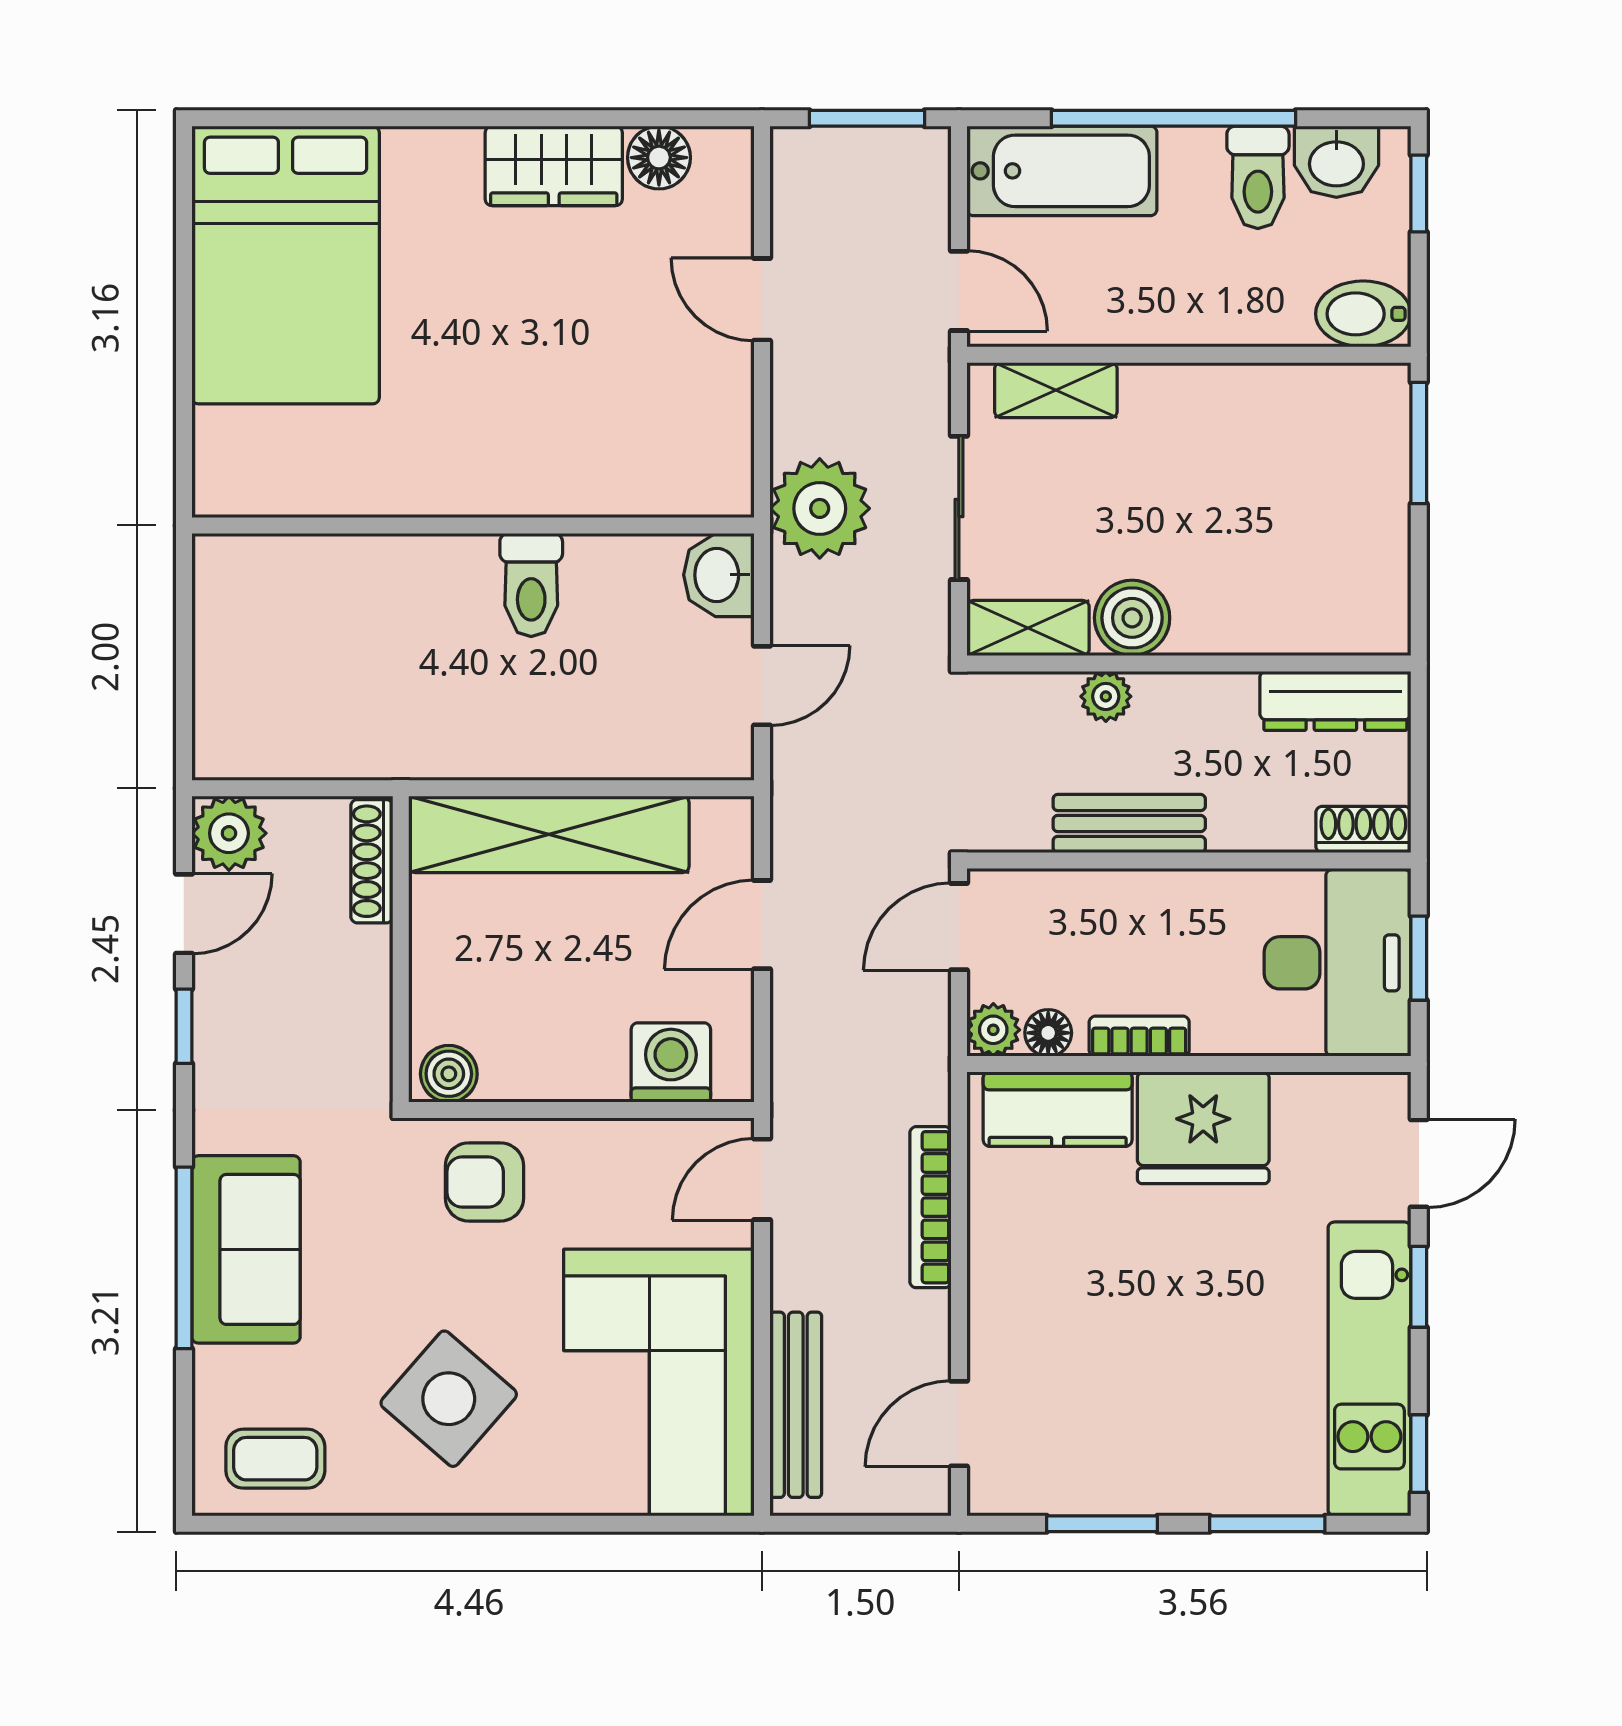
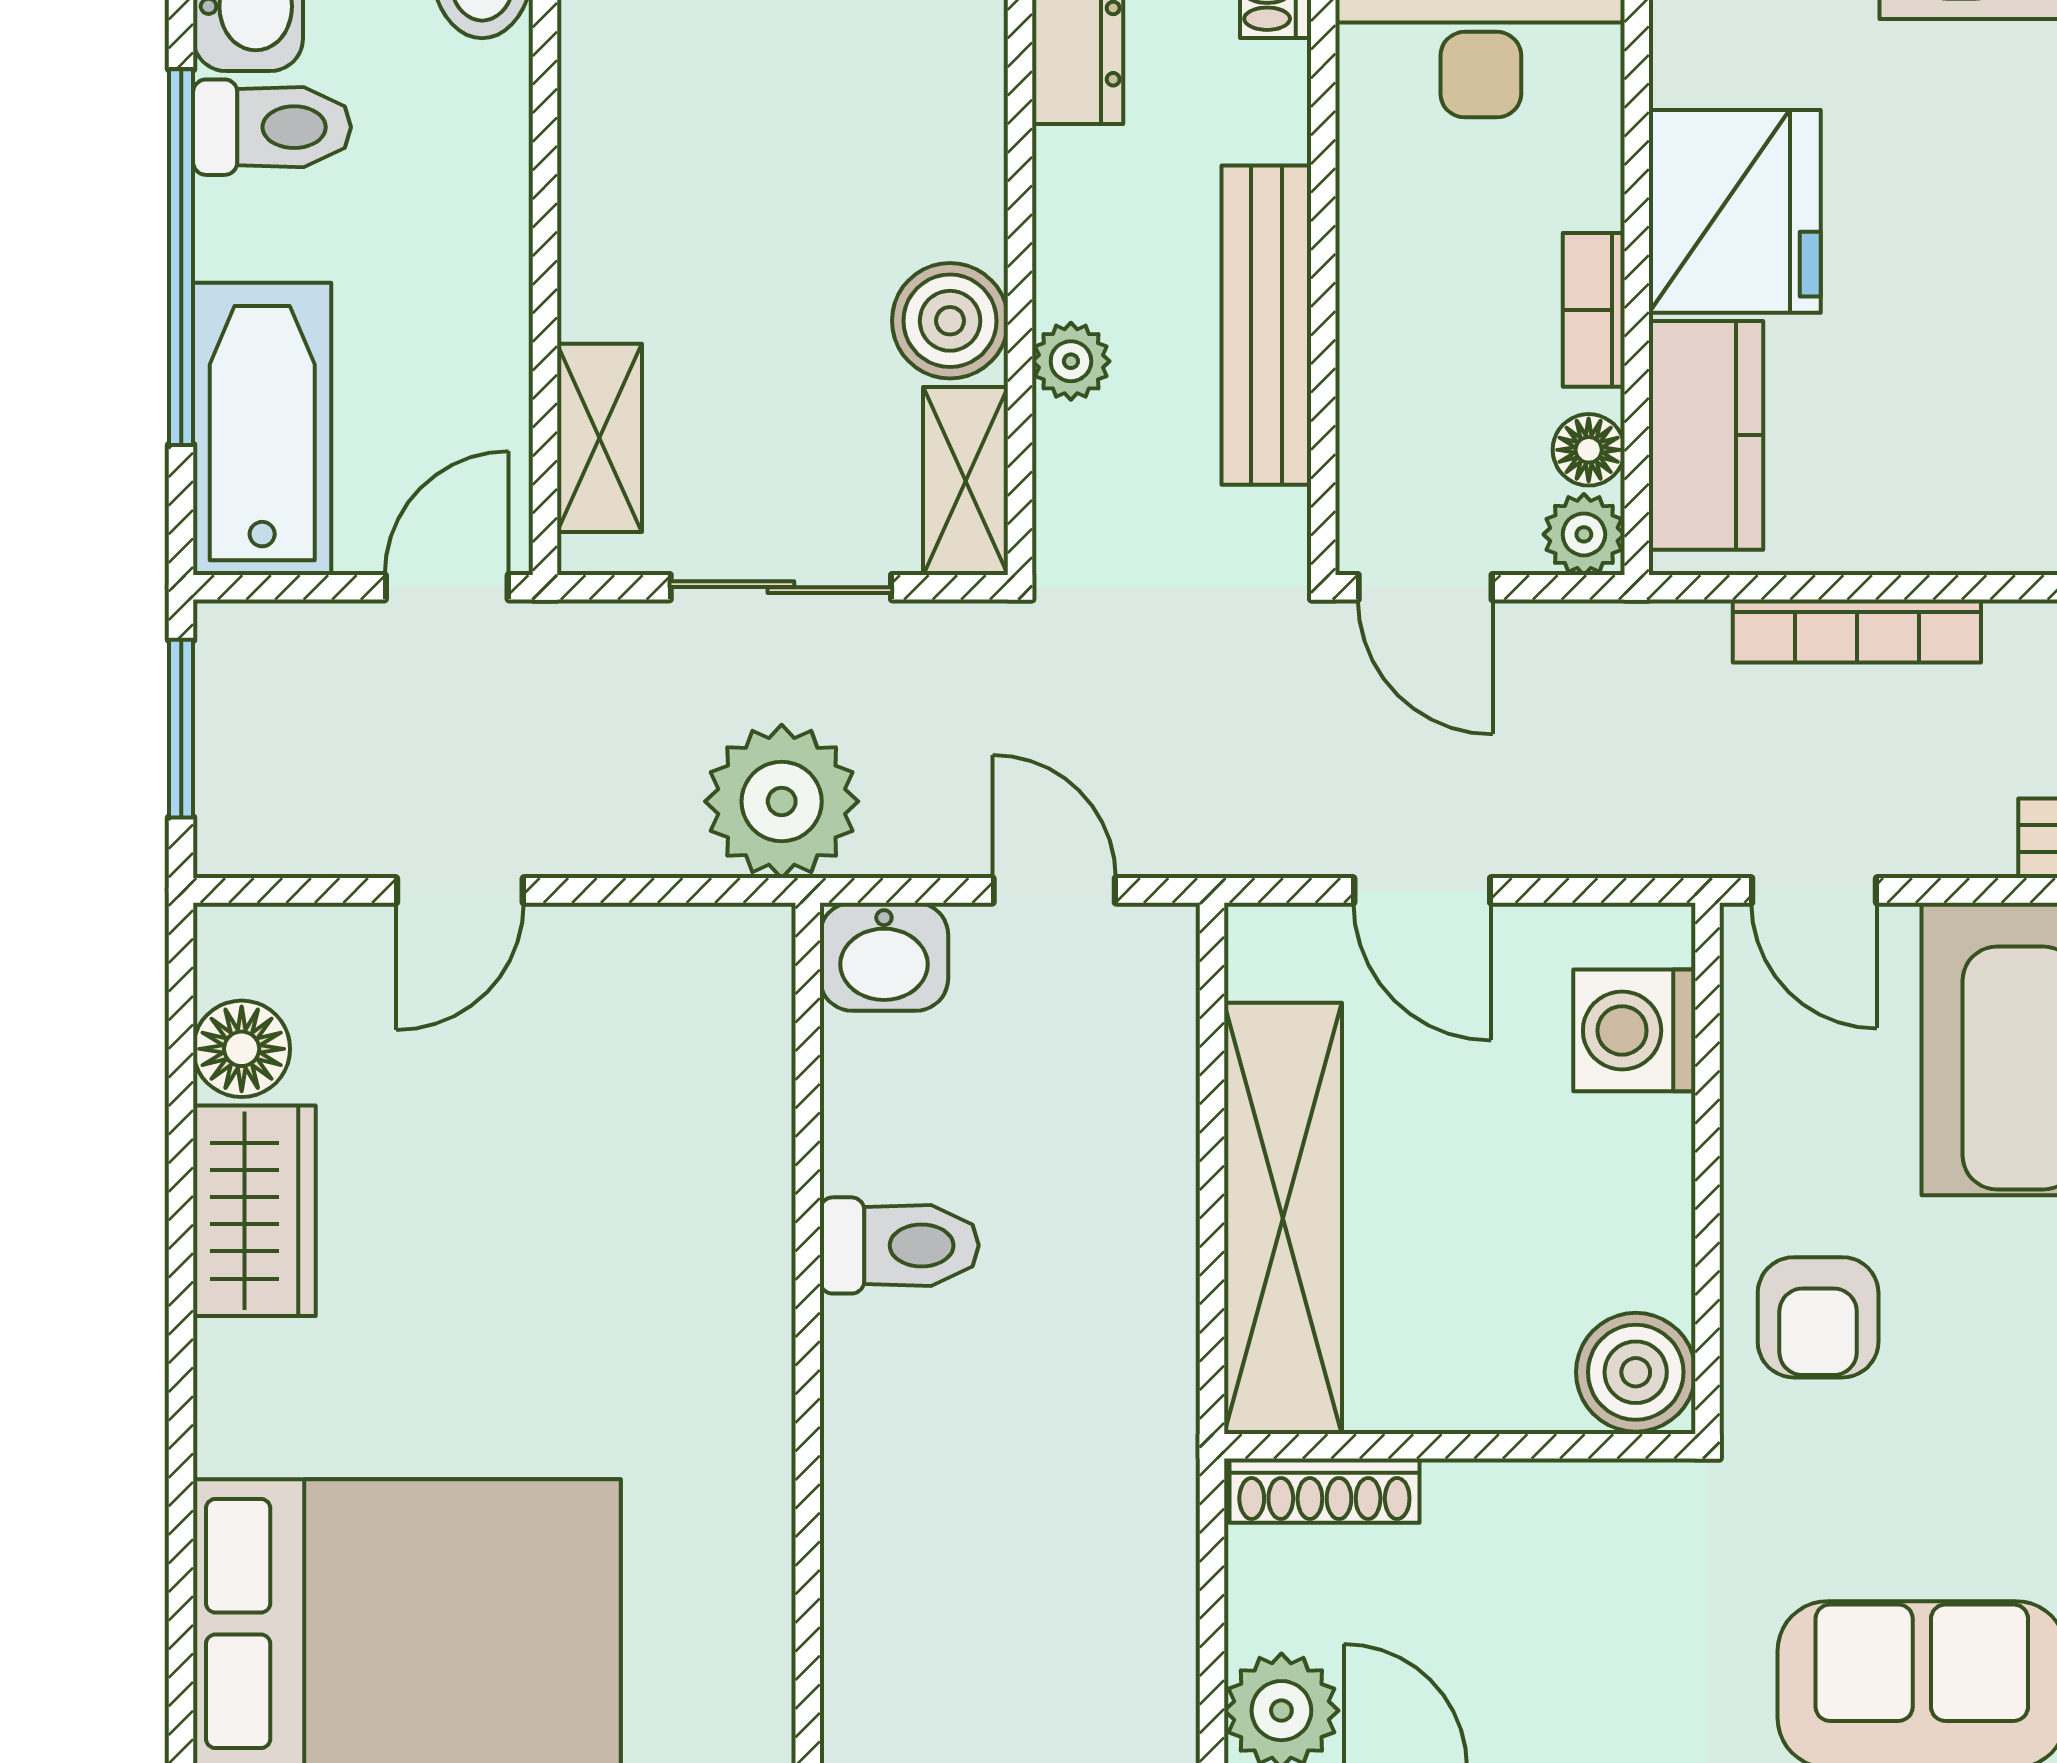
bench: (1129, 823) -> (1266, 325), width x1.36
boiler: (449, 1074) -> (1636, 1372), width x1.36, depth x1.36

